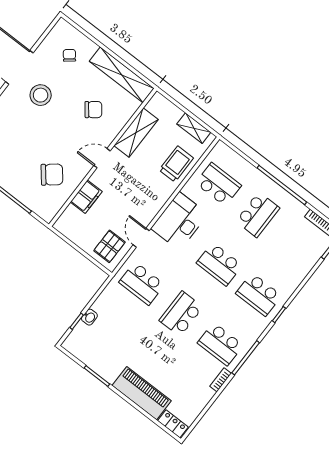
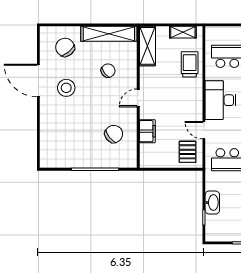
chair: (69, 55) -> (65, 47), width x1.87, depth x1.87
shelving: (136, 133) -> (147, 46), moved
washbasin: (89, 317) -> (212, 203), width x1.91, depth x1.45

